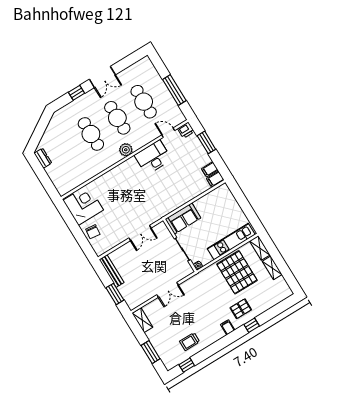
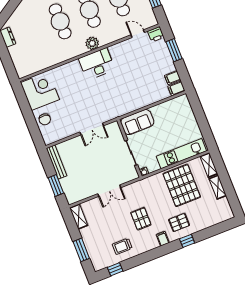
desk: (153, 157) -> (97, 64), moved
pallet: (203, 312) -> (141, 219), added

